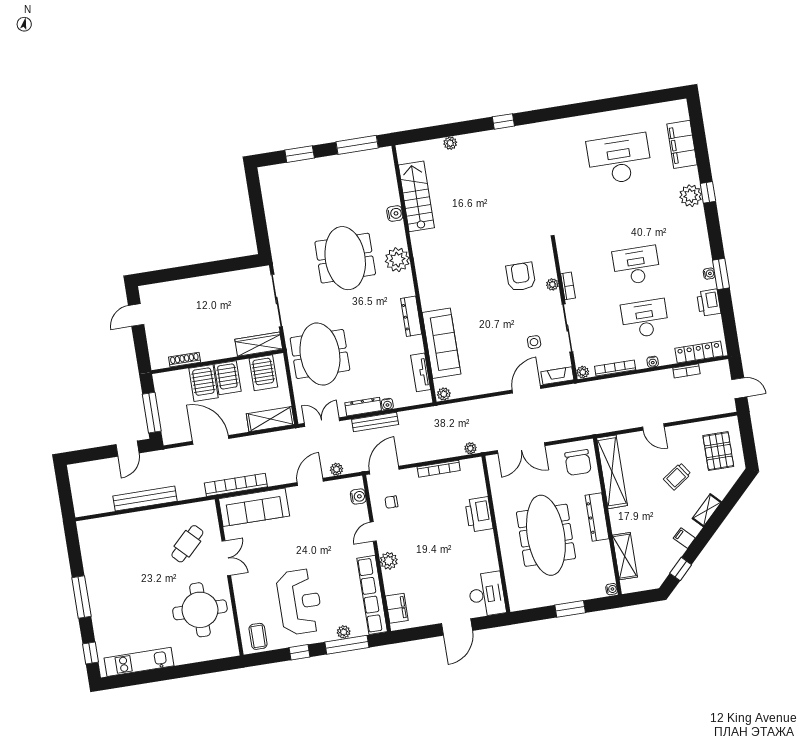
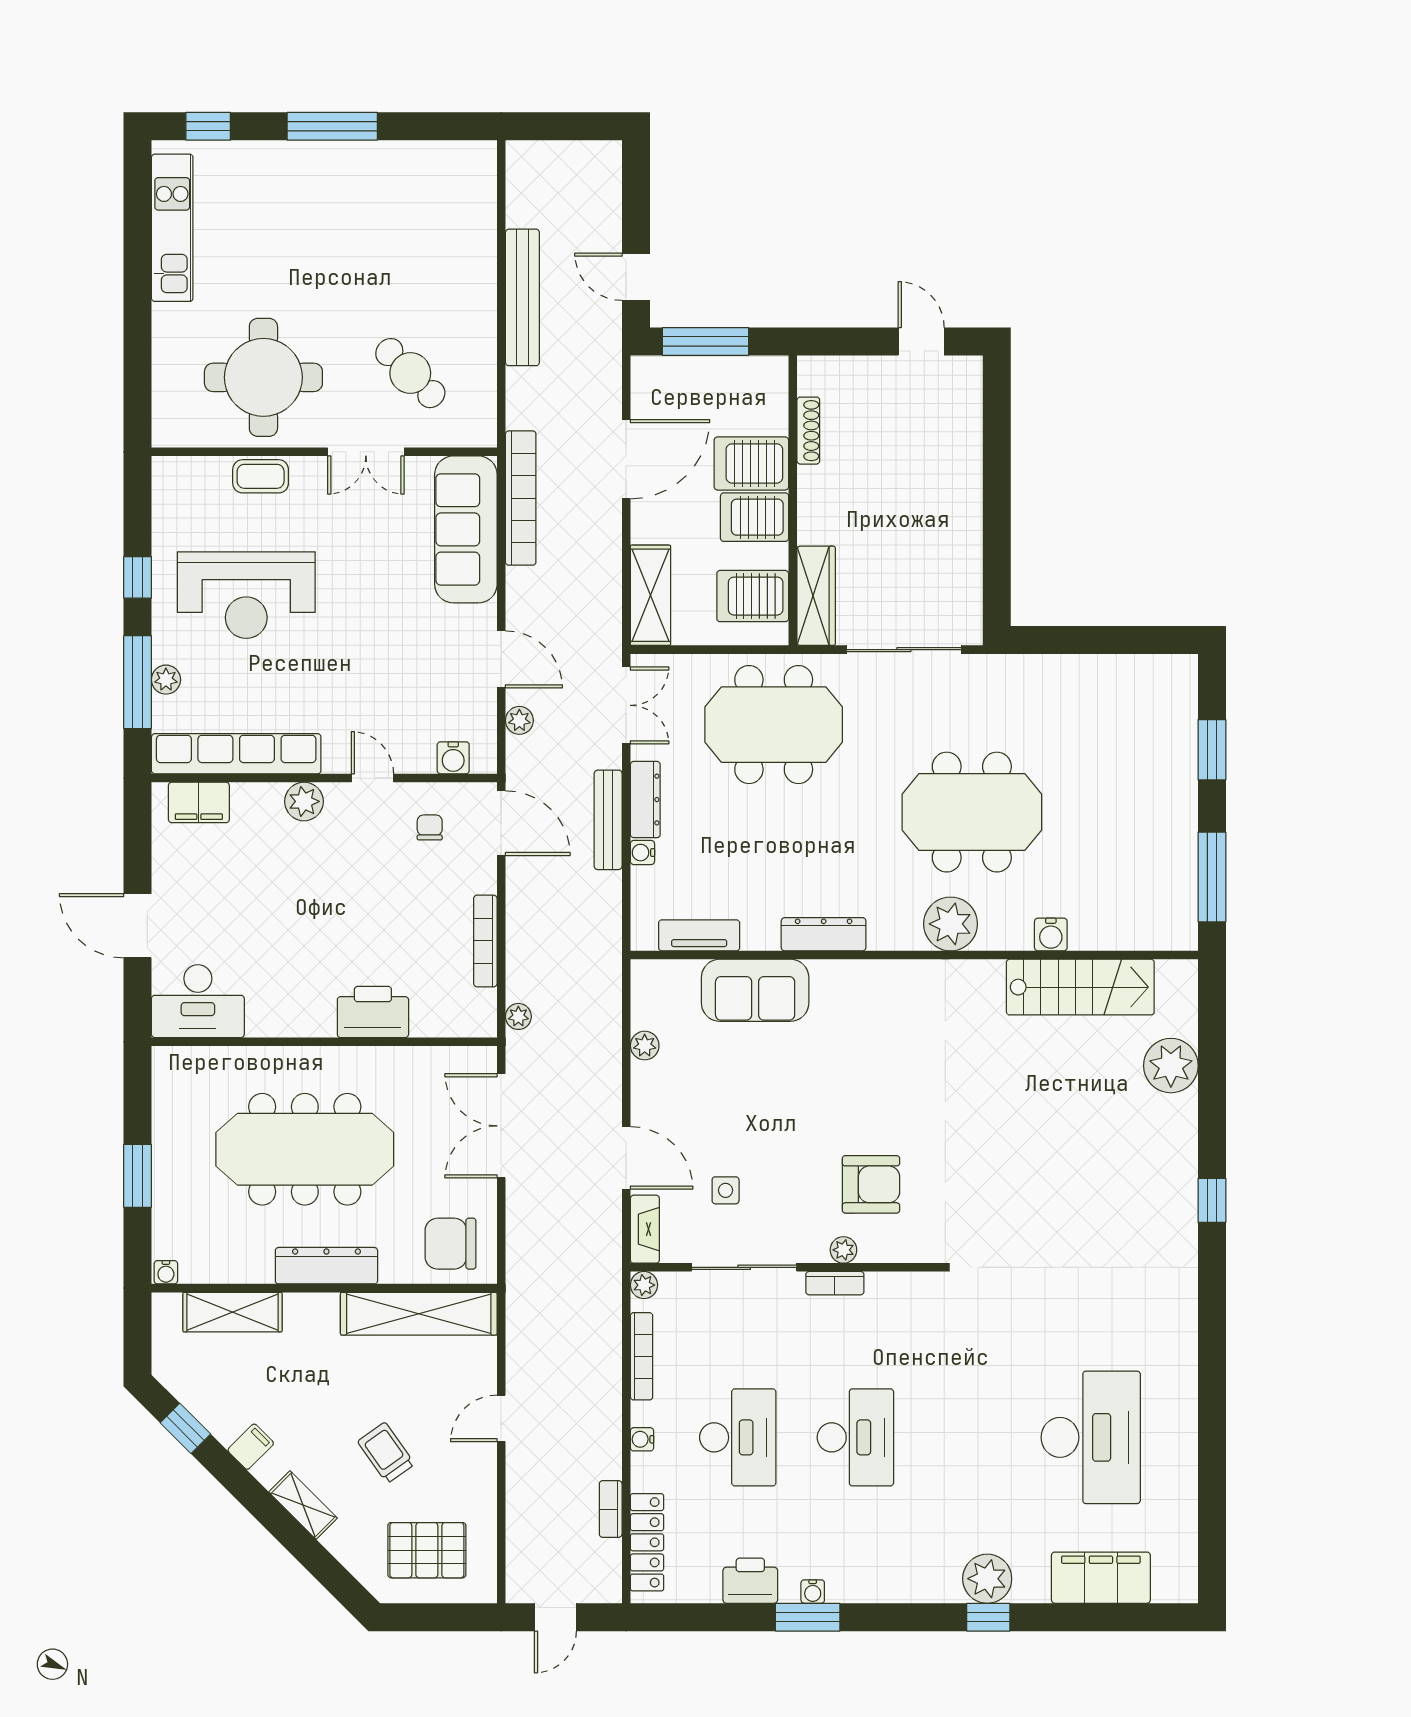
plant: (450, 143) -> (1171, 1066), width x1.87, depth x1.87
sofa: (441, 343) -> (755, 990), width x0.73
plant: (444, 394) -> (645, 1046), moved
coffee table: (258, 636) -> (261, 476), moved

